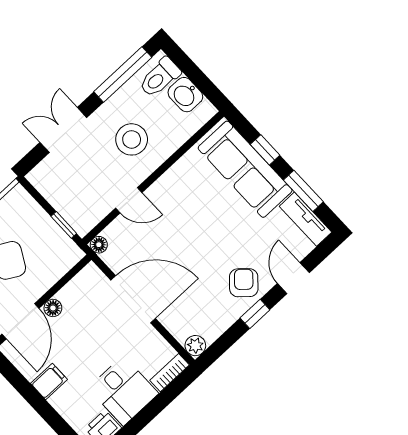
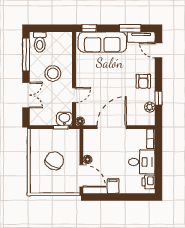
washbasin: (185, 95) -> (64, 119), moved, turned 180
double door: (63, 130) -> (26, 95), swing flipped
window: (265, 150) -> (89, 28), moved
door: (293, 278) -> (158, 50), moved
armchair: (244, 283) -> (143, 81), turned -132
window: (255, 314) -> (158, 98), moved
plant: (195, 346) -> (150, 107), moved

